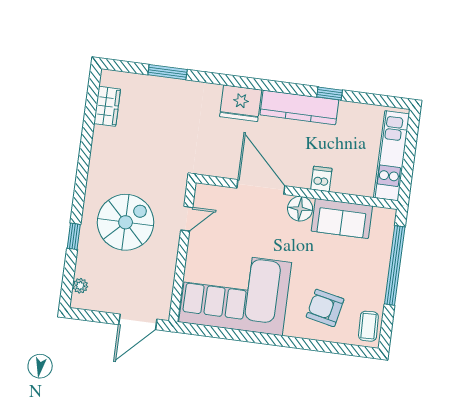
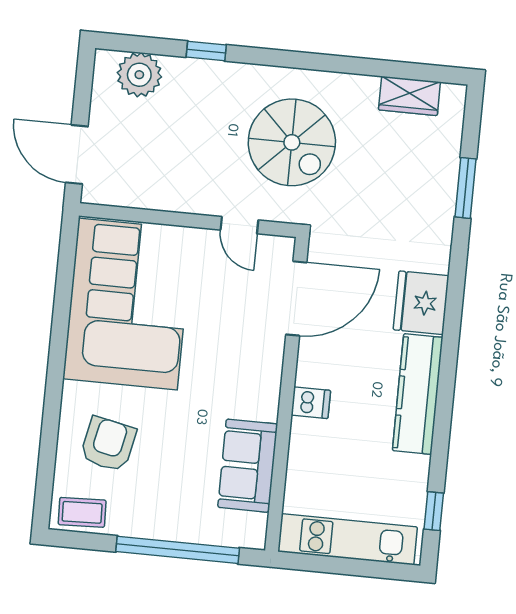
window: (330, 94) -> (434, 511), moved
dishwasher: (321, 179) -> (311, 403), moved
door: (261, 187) -> (296, 298), moved
floor lamp: (300, 209) -> (261, 400), removed
spiral stairs: (126, 222) -> (292, 142), moved
plant: (80, 286) -> (139, 75), width x1.88, depth x1.88

